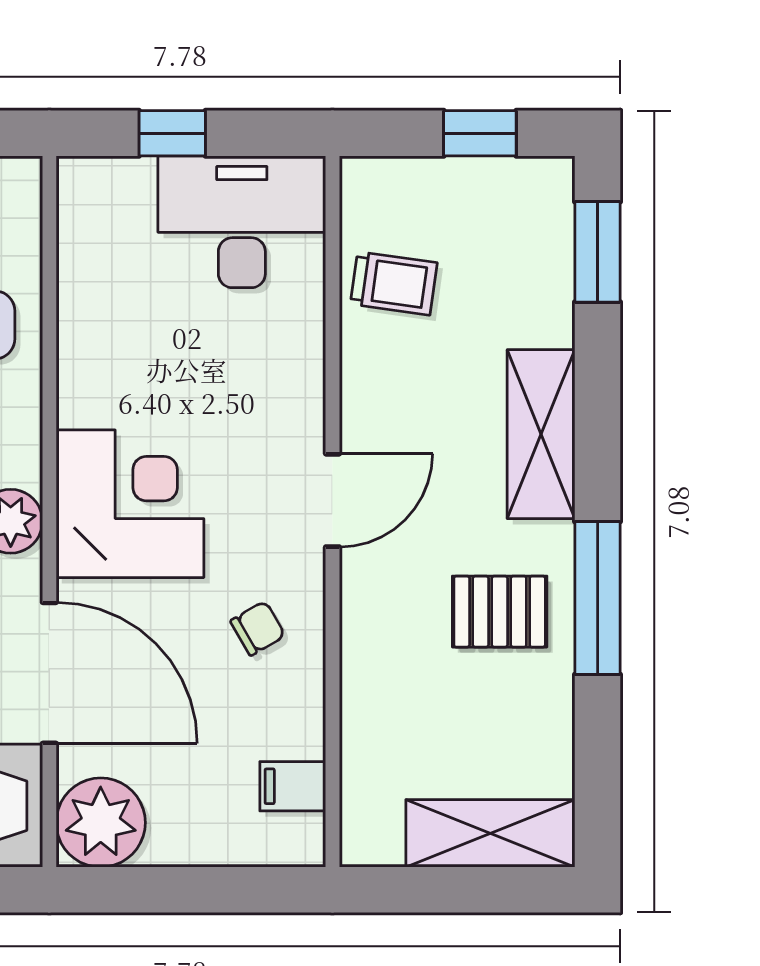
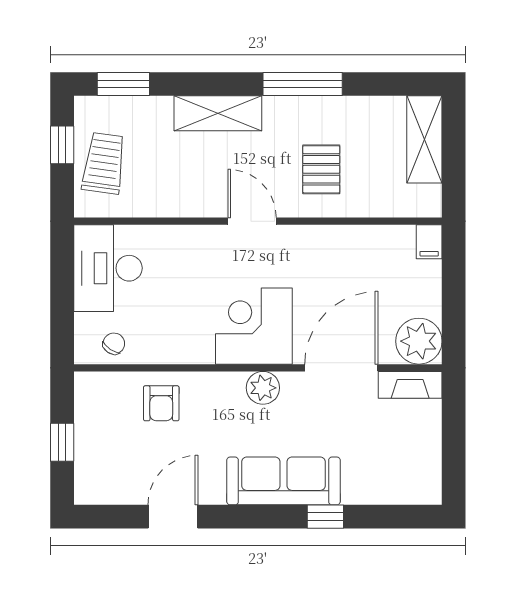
window: (172, 133) -> (62, 304), removed
trolley: (394, 283) -> (104, 163), moved, width x1.36, depth x1.39
pallet: (500, 612) -> (321, 169), moved
chair: (258, 628) -> (114, 344), moved, turned 64
filing cabinet: (293, 786) -> (429, 242), moved

